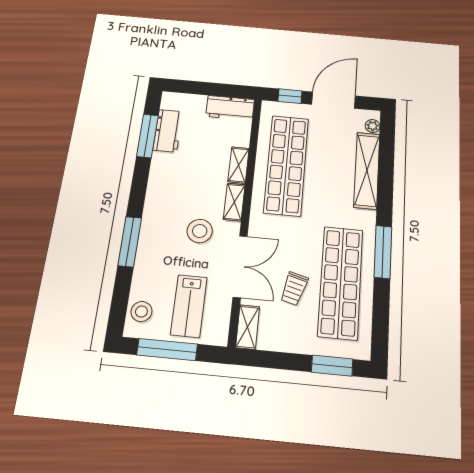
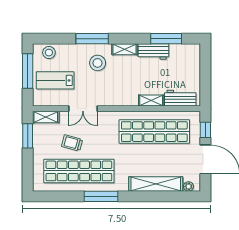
workbench: (230, 108) -> (180, 98), moved, turned 90
workbench: (168, 131) -> (153, 51), moved
shelving: (234, 202) -> (125, 49), moved
stool: (200, 231) -> (98, 63), moved
double door: (240, 266) -> (83, 109), width x0.73
window: (332, 366) -> (28, 136), moved

